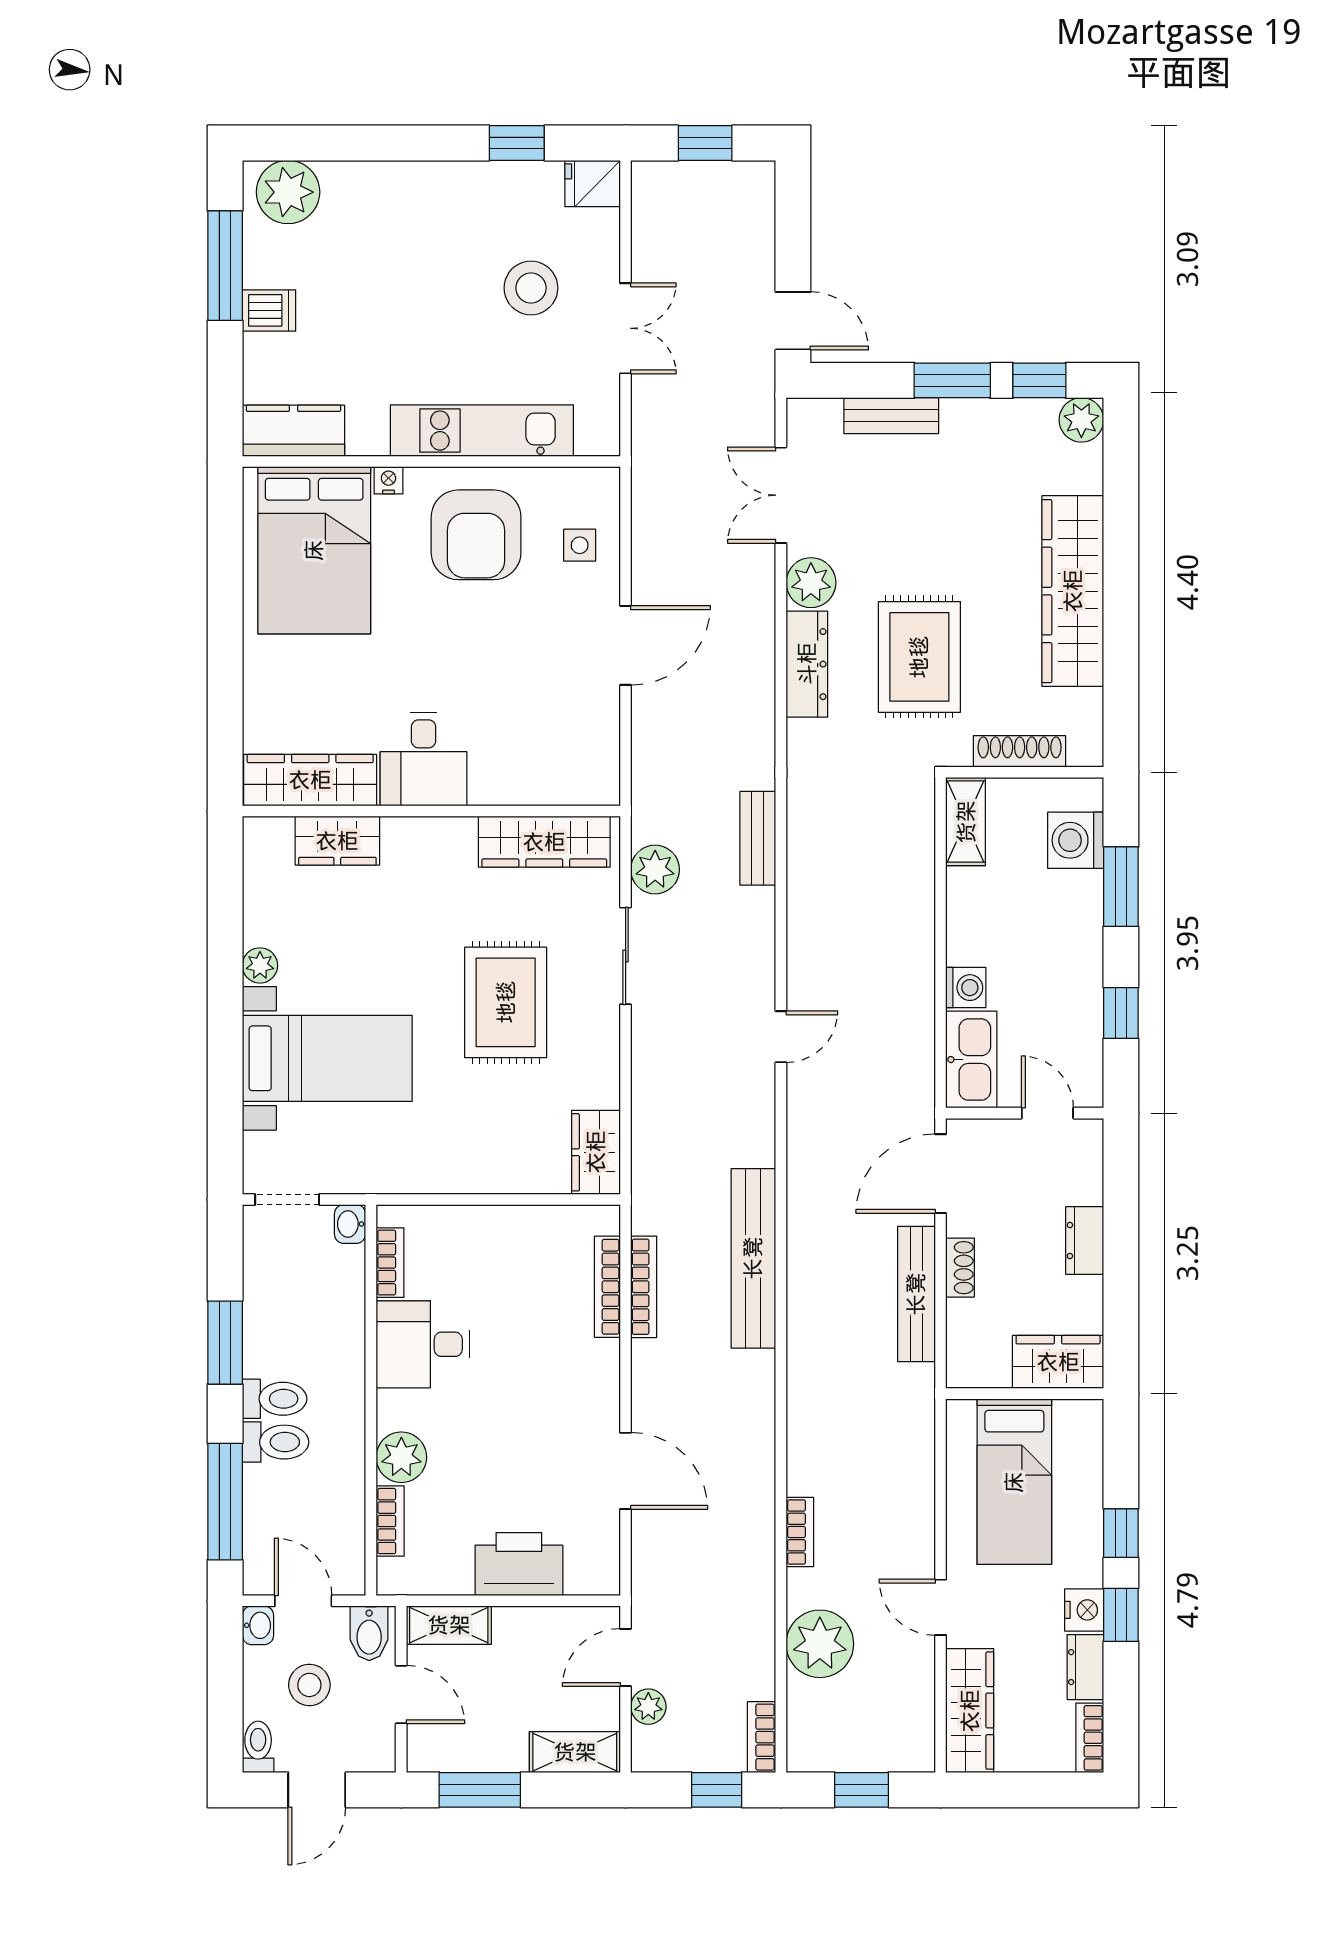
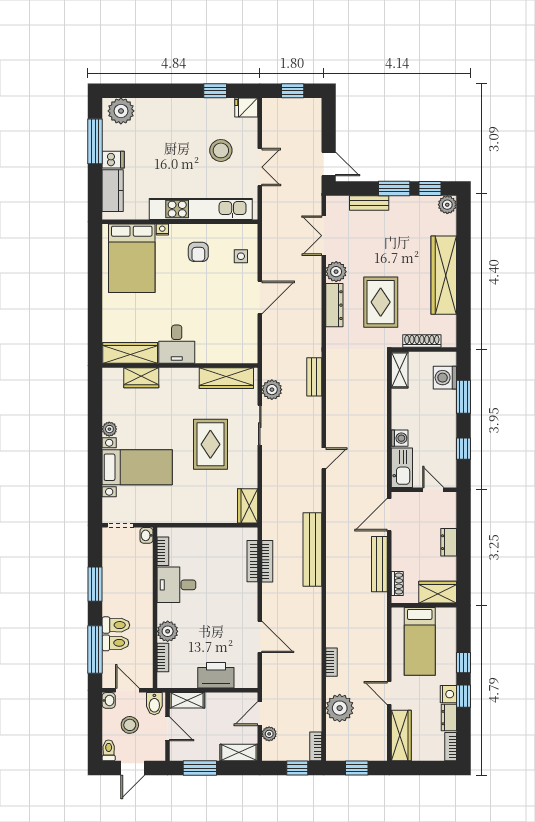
kitchen counter: (293, 431) -> (113, 191), moved, turned 90
kitchen unit: (482, 431) -> (201, 209), width x1.36
armchair: (476, 535) -> (198, 252), width x0.53, depth x0.53
shoe rack: (960, 1268) -> (397, 584), moved
toilet: (275, 1399) -> (115, 643), moved

